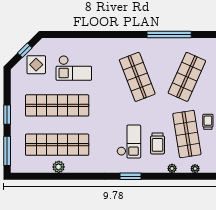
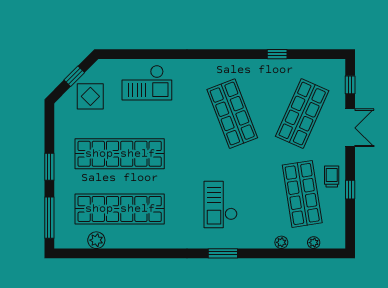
window: (169, 35) -> (277, 54), width x0.32
checkout: (74, 68) -> (147, 83), moved
checkout: (129, 142) -> (221, 204), turned 180
trolley: (157, 143) -> (261, 207), removed
plant: (59, 167) -> (96, 240), moved

